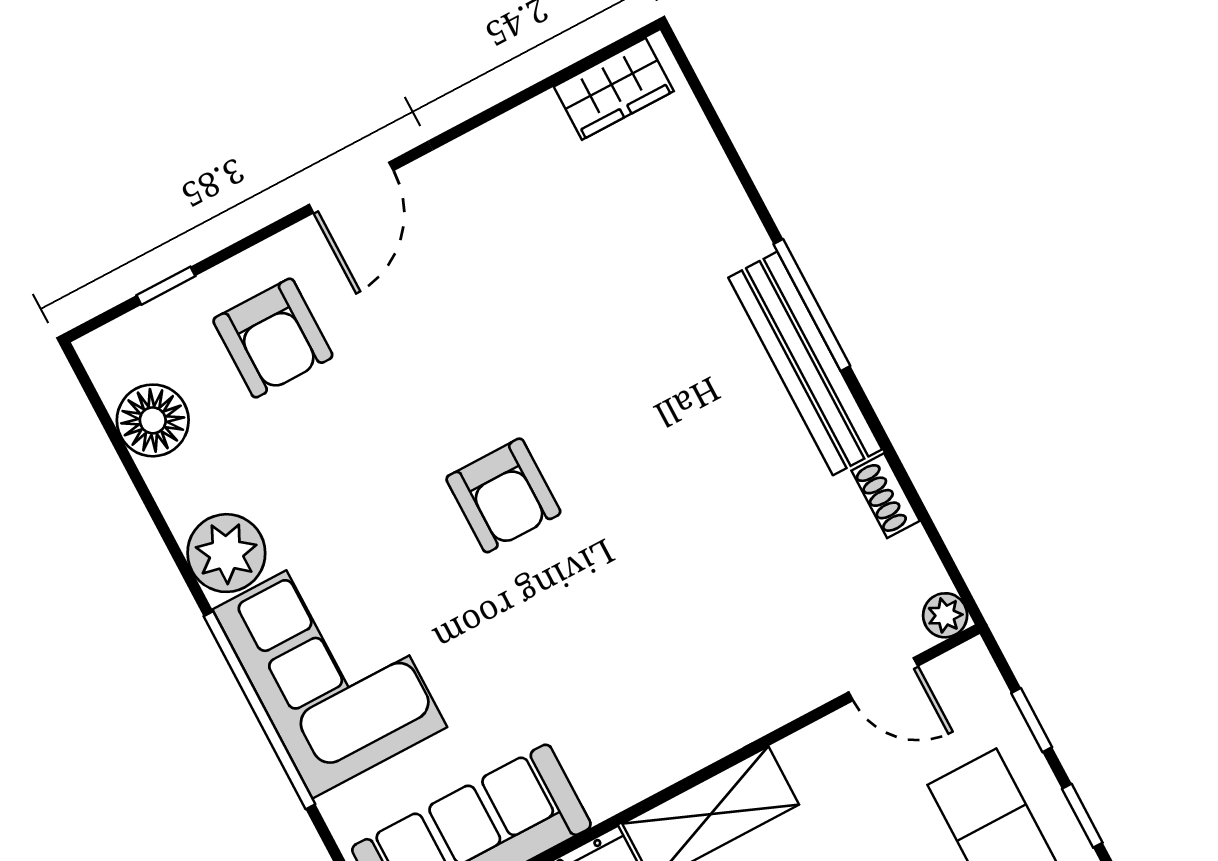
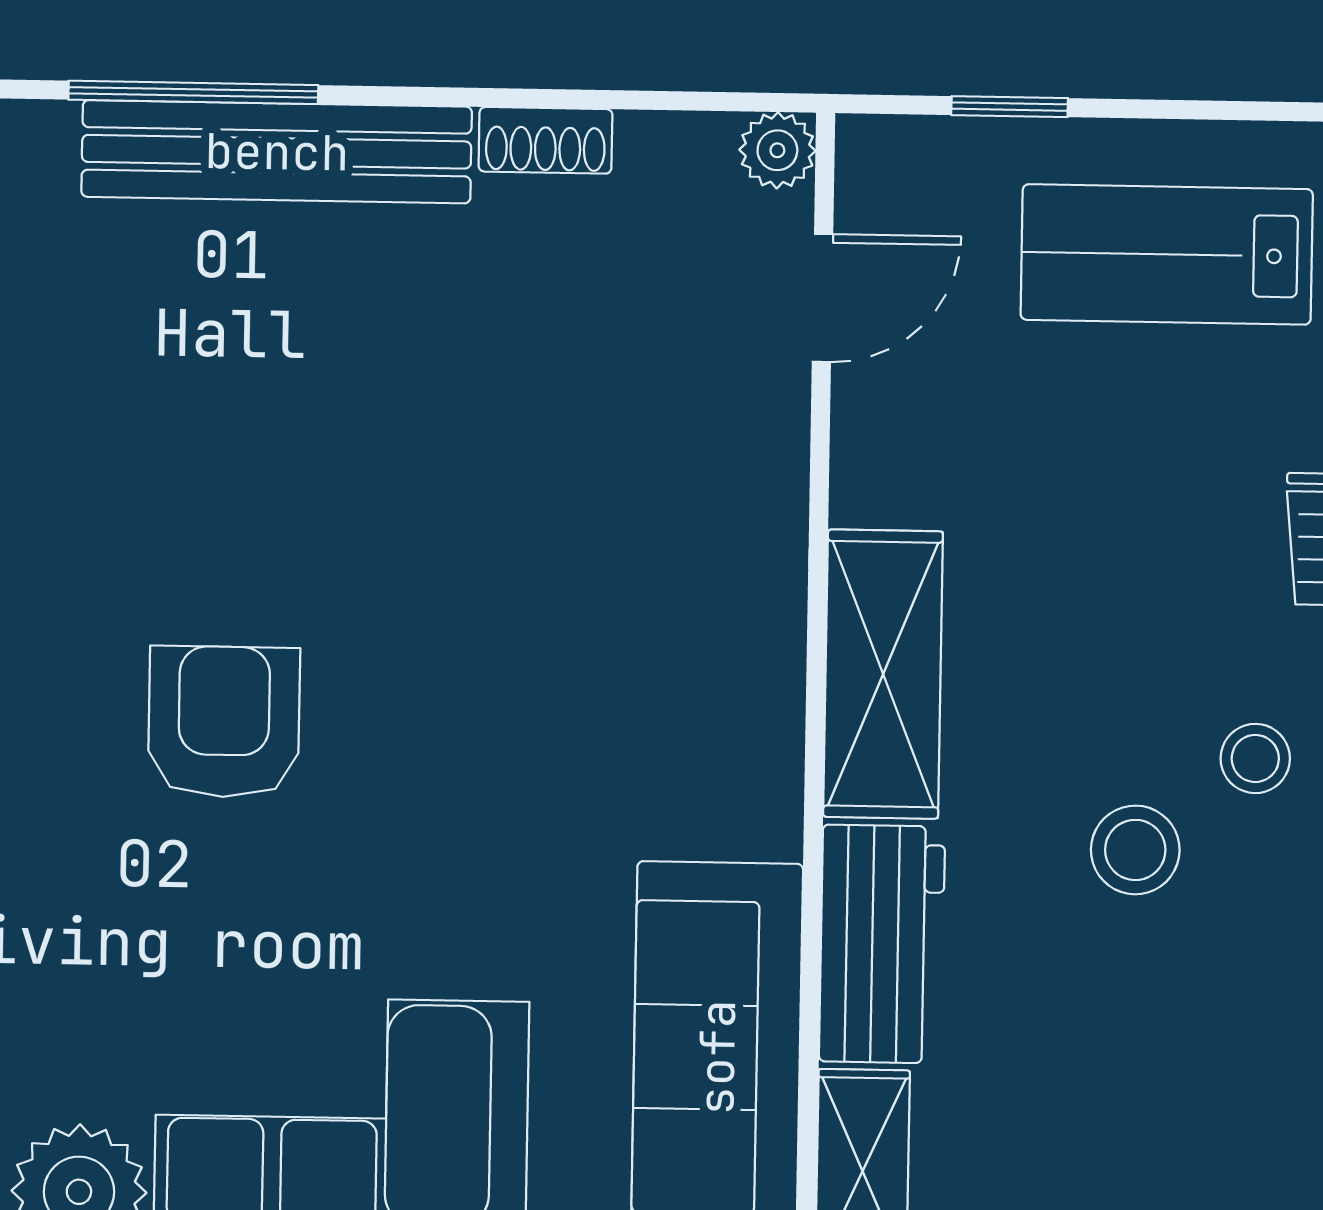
armchair: (503, 495) -> (224, 722), turned -90
window: (1082, 816) -> (1198, 110), removed

